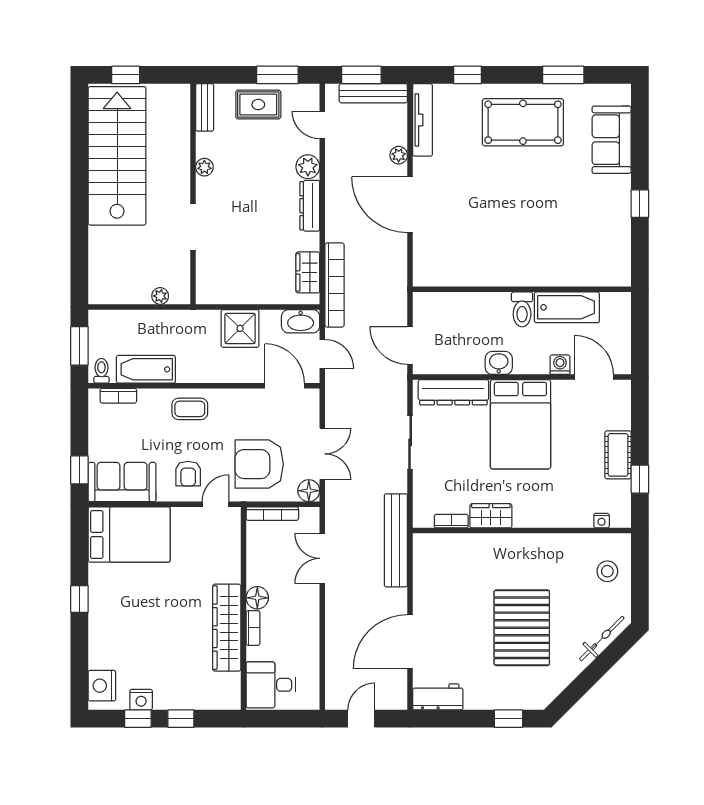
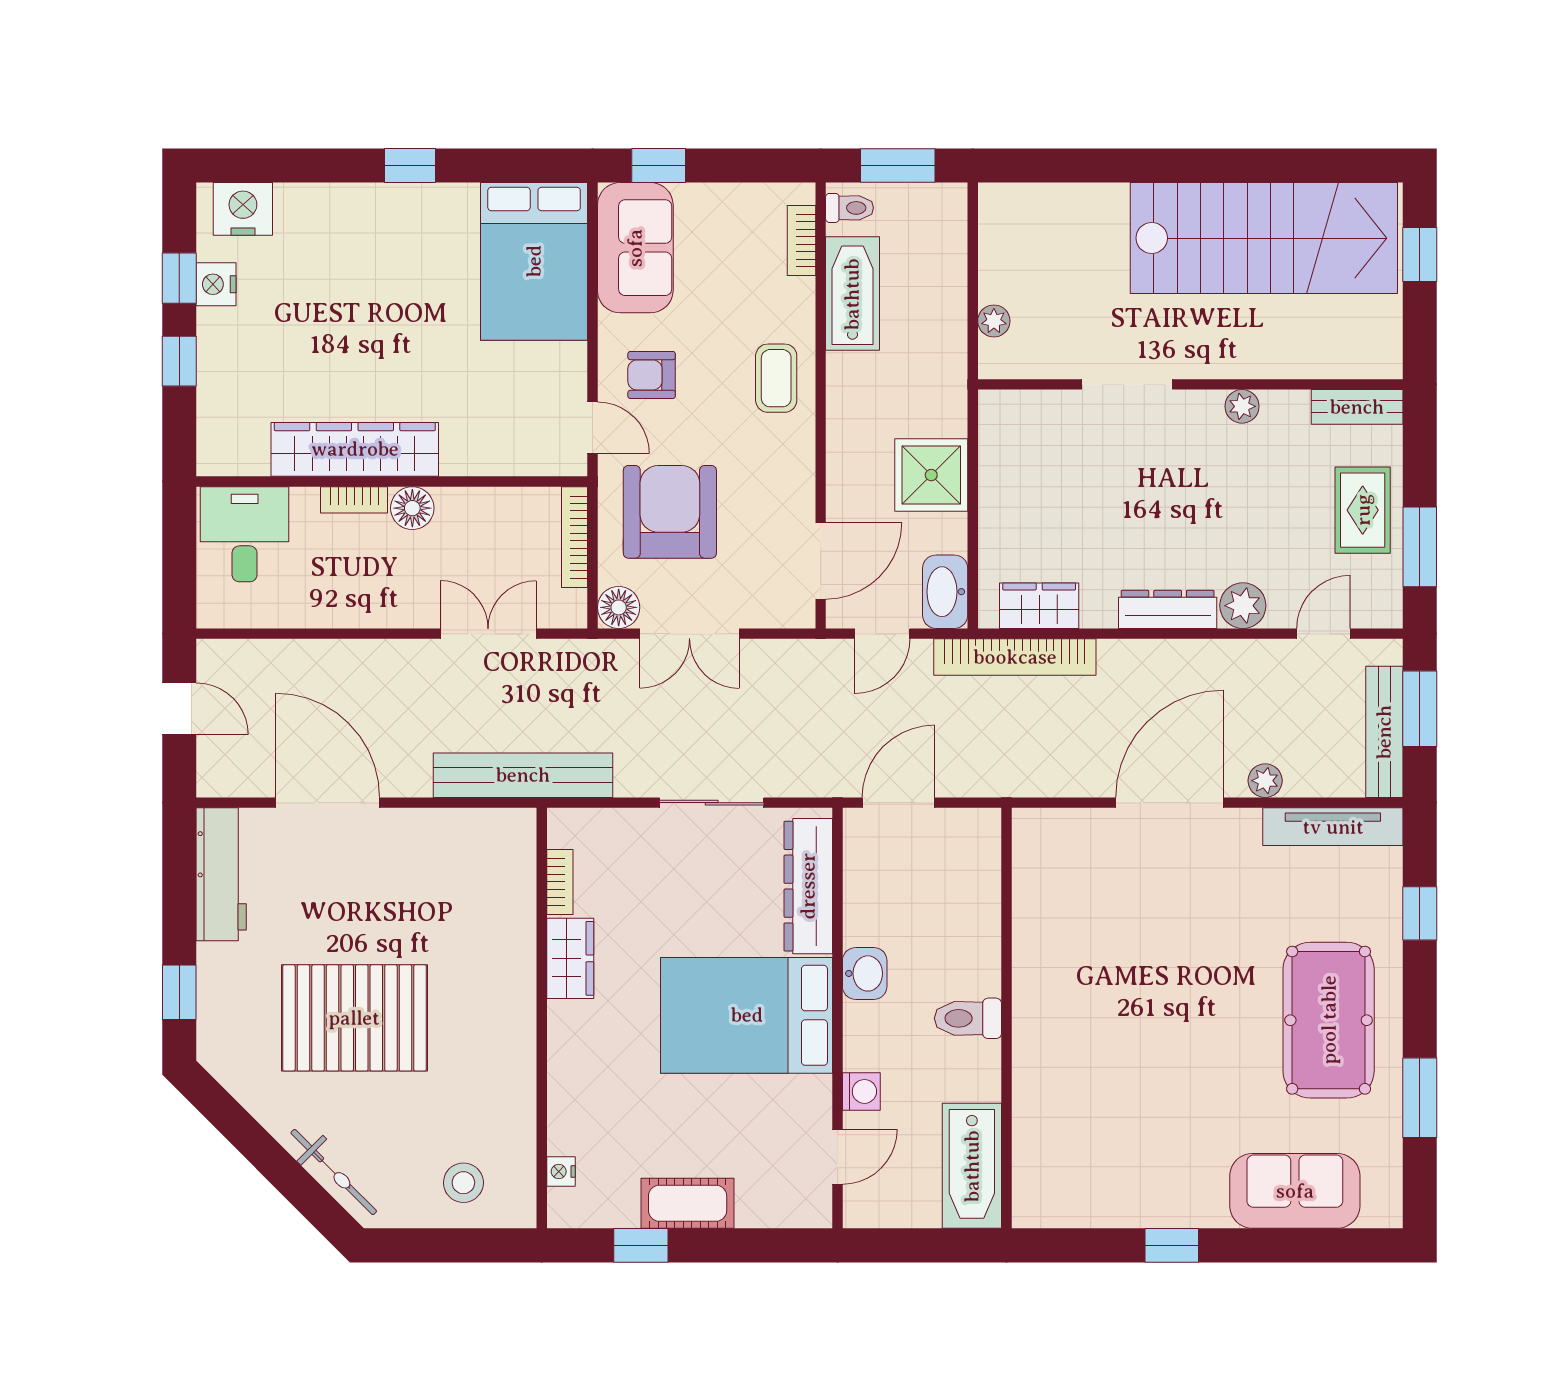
bathtub: (567, 307) -> (972, 1166), moved
door: (594, 377) -> (838, 1157), width x0.73
workbench: (438, 697) -> (221, 874), width x1.38

